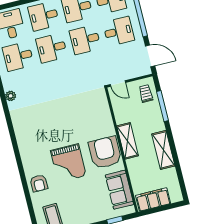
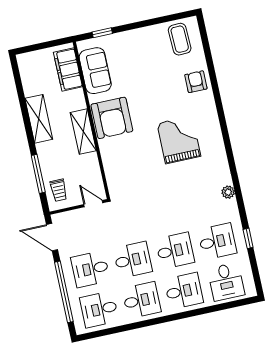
grand piano: (68, 163) -> (179, 140), moved
filing cabinet: (153, 199) -> (68, 70), moved, turned 90

